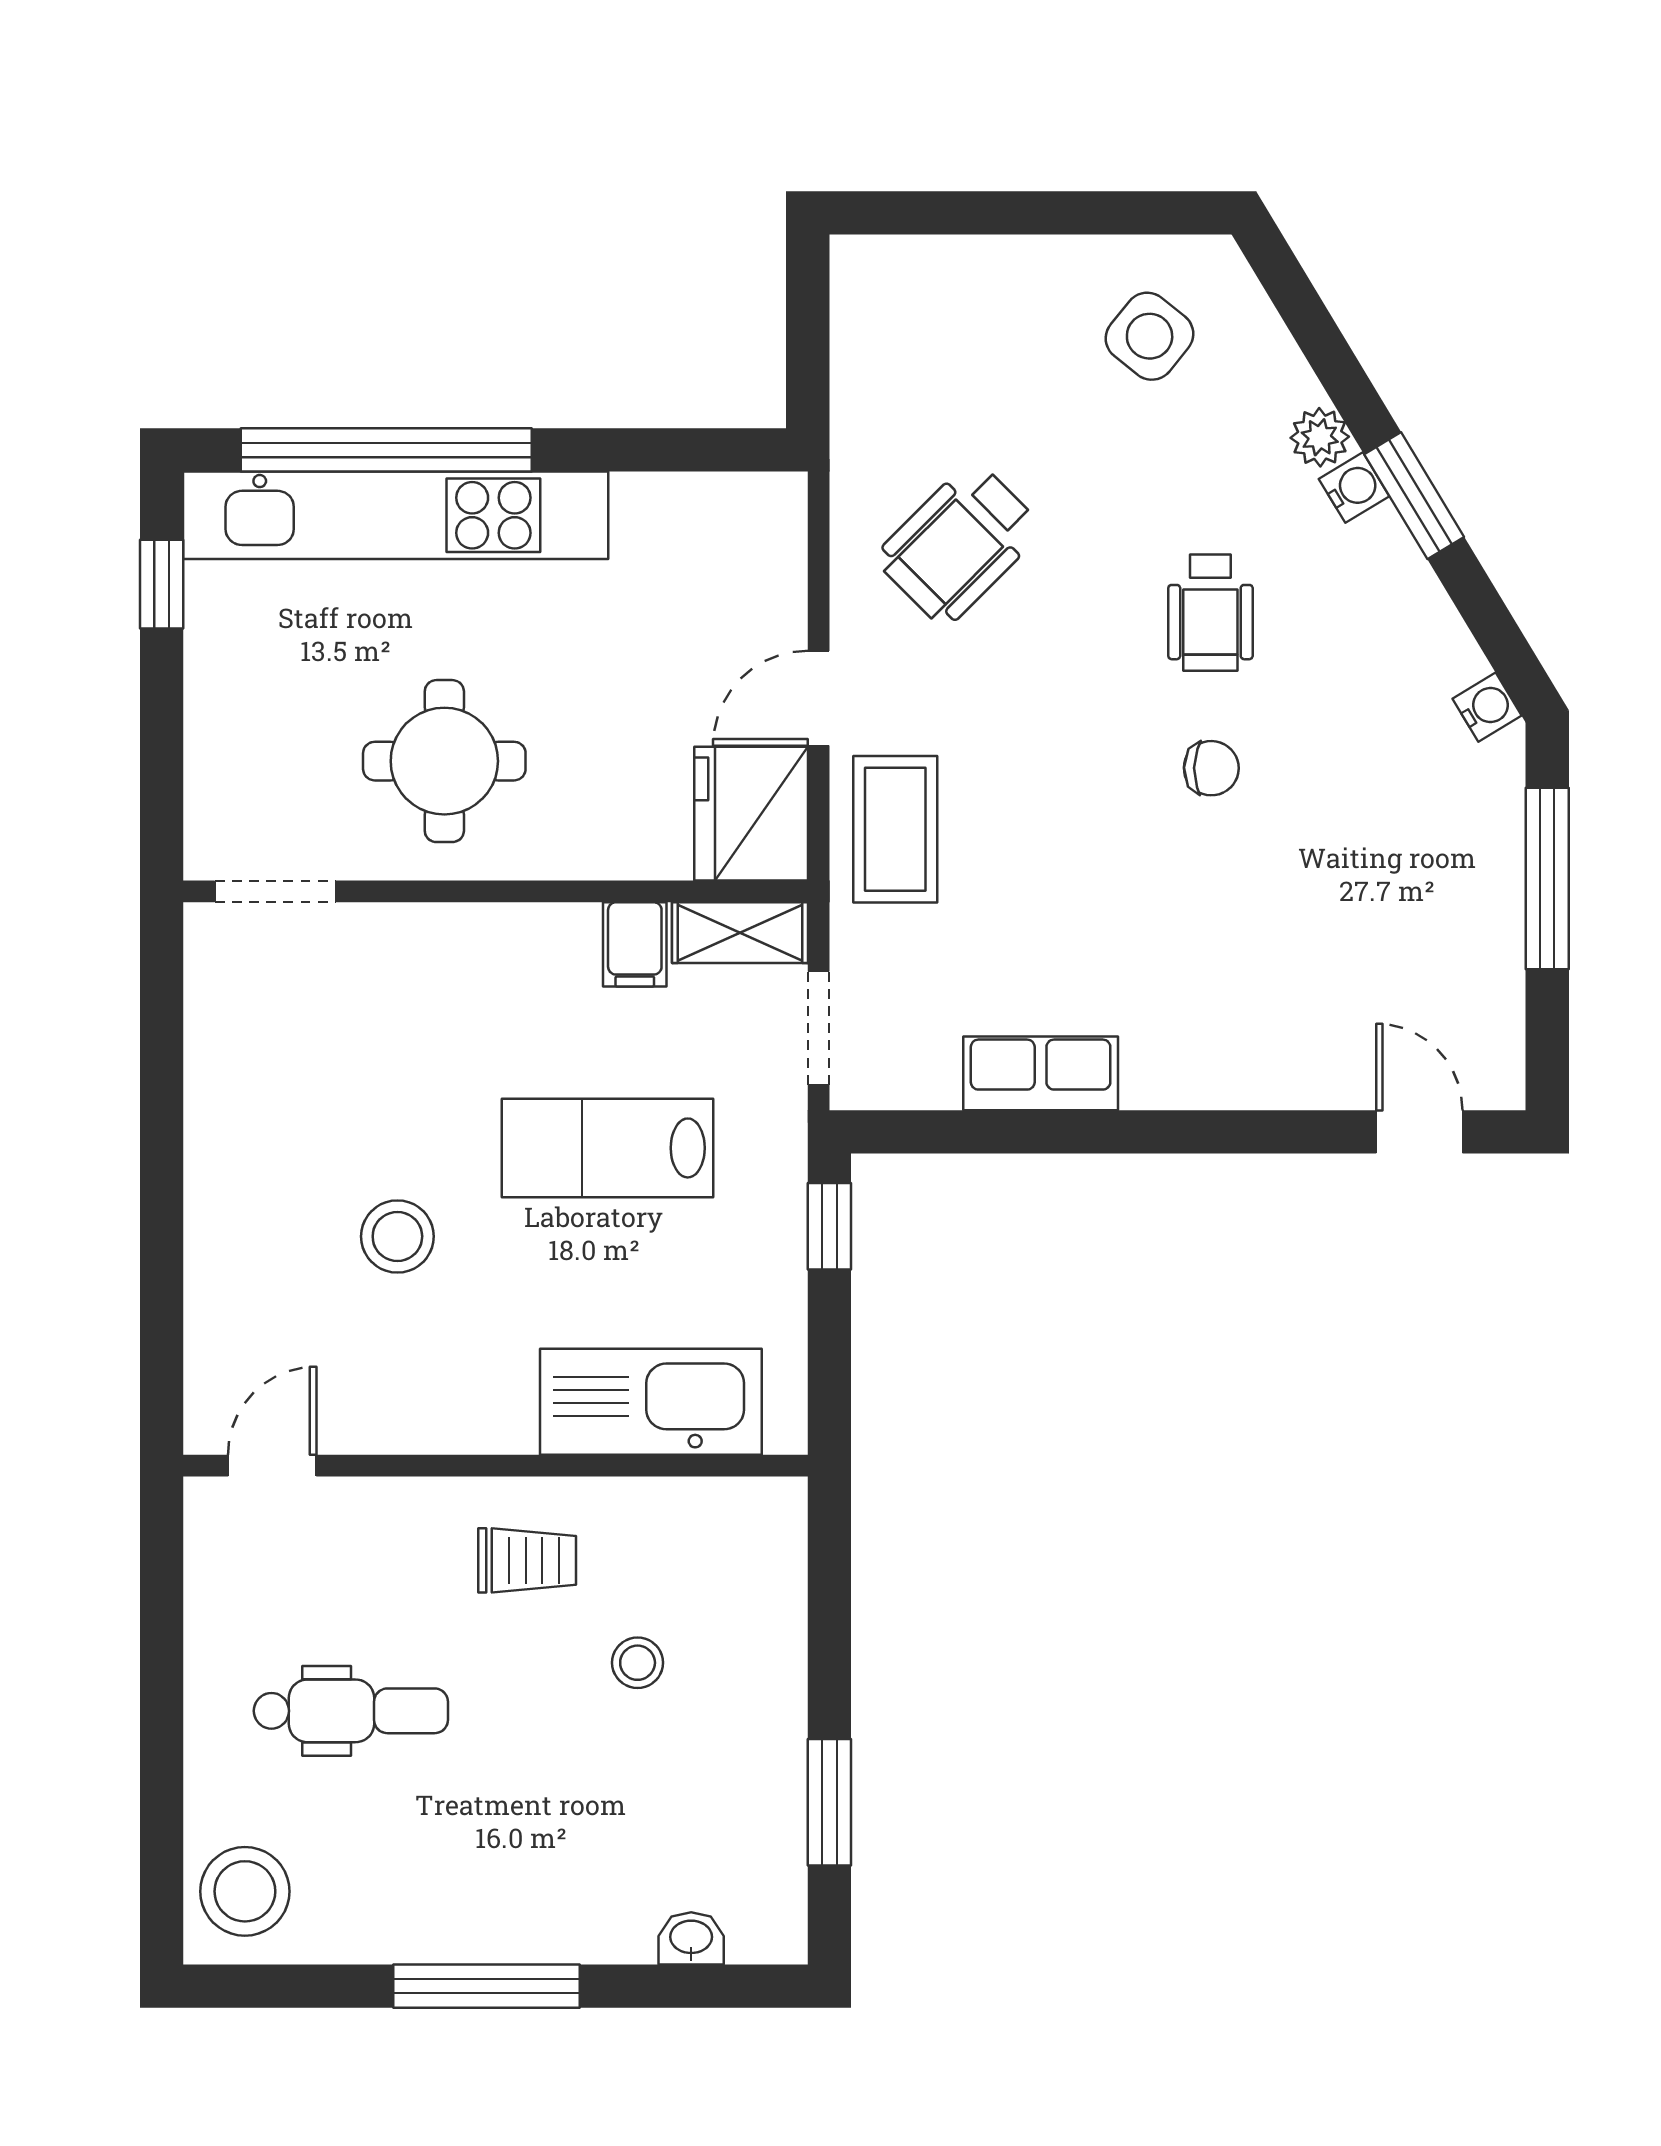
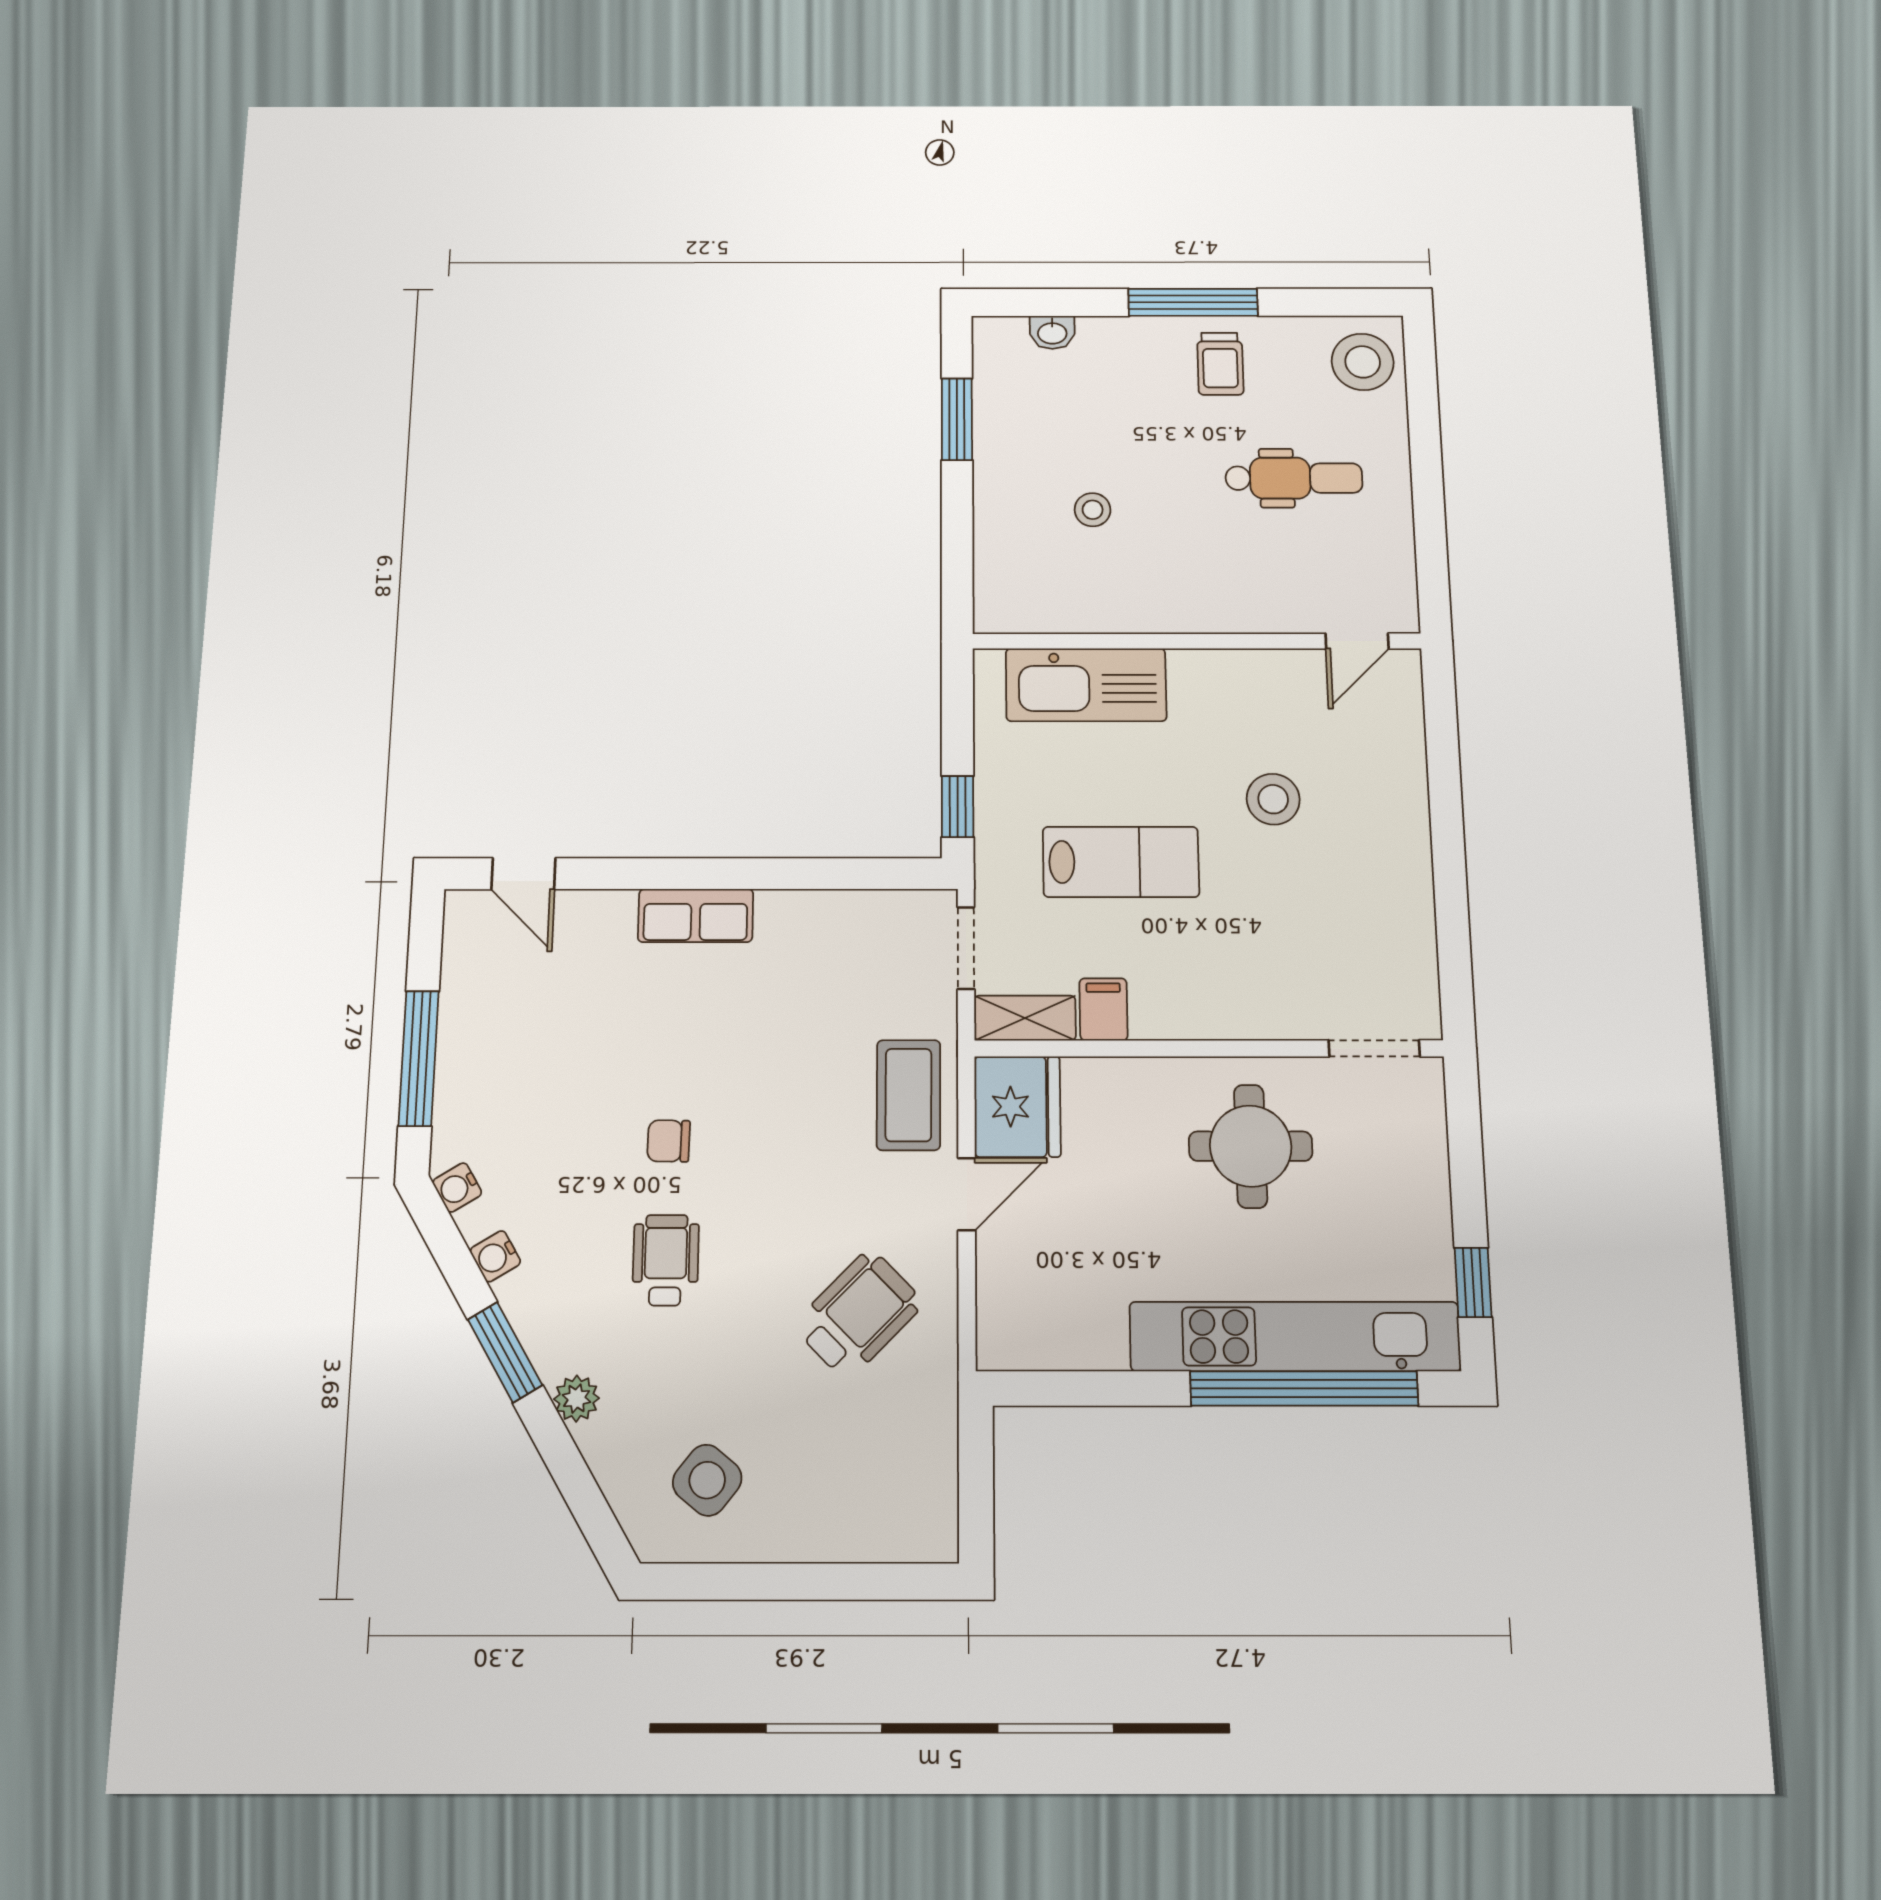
water cooler: (1354, 488) -> (495, 1256), moved
row of seats: (1041, 1073) -> (696, 916), moved
trolley: (527, 1560) -> (1220, 364), moved, turned -90
dental chair: (351, 1711) -> (1294, 478), turned 180

